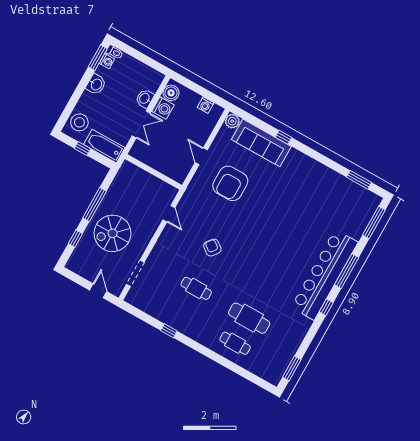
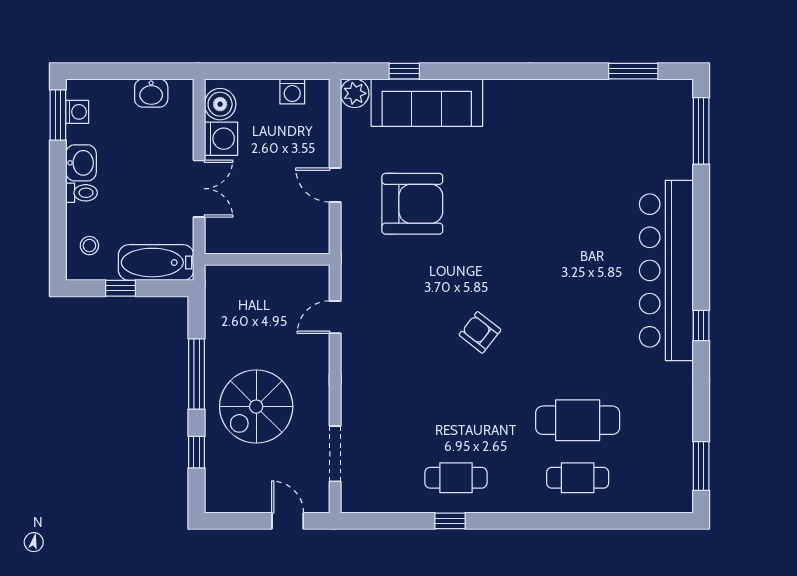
toilet: (114, 52) -> (82, 193), moved
washbasin: (145, 99) -> (151, 93), moved, turned -90
stool: (79, 122) -> (89, 246), width x0.53, depth x0.53
window: (284, 137) -> (404, 71), moved
armchair: (230, 183) -> (412, 204), turned -90
door: (169, 214) -> (335, 317), swing flipped
armchair: (212, 248) -> (480, 332), moved
window: (347, 271) -> (701, 242), removed
cafe table: (196, 288) -> (456, 478), moved

